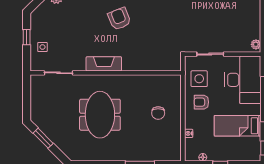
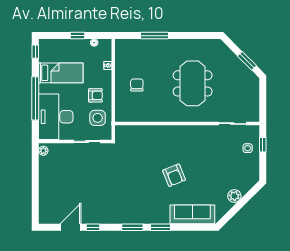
window: (27, 37) -> (263, 145), moved
fireplace: (104, 64) -> (189, 132), removed

